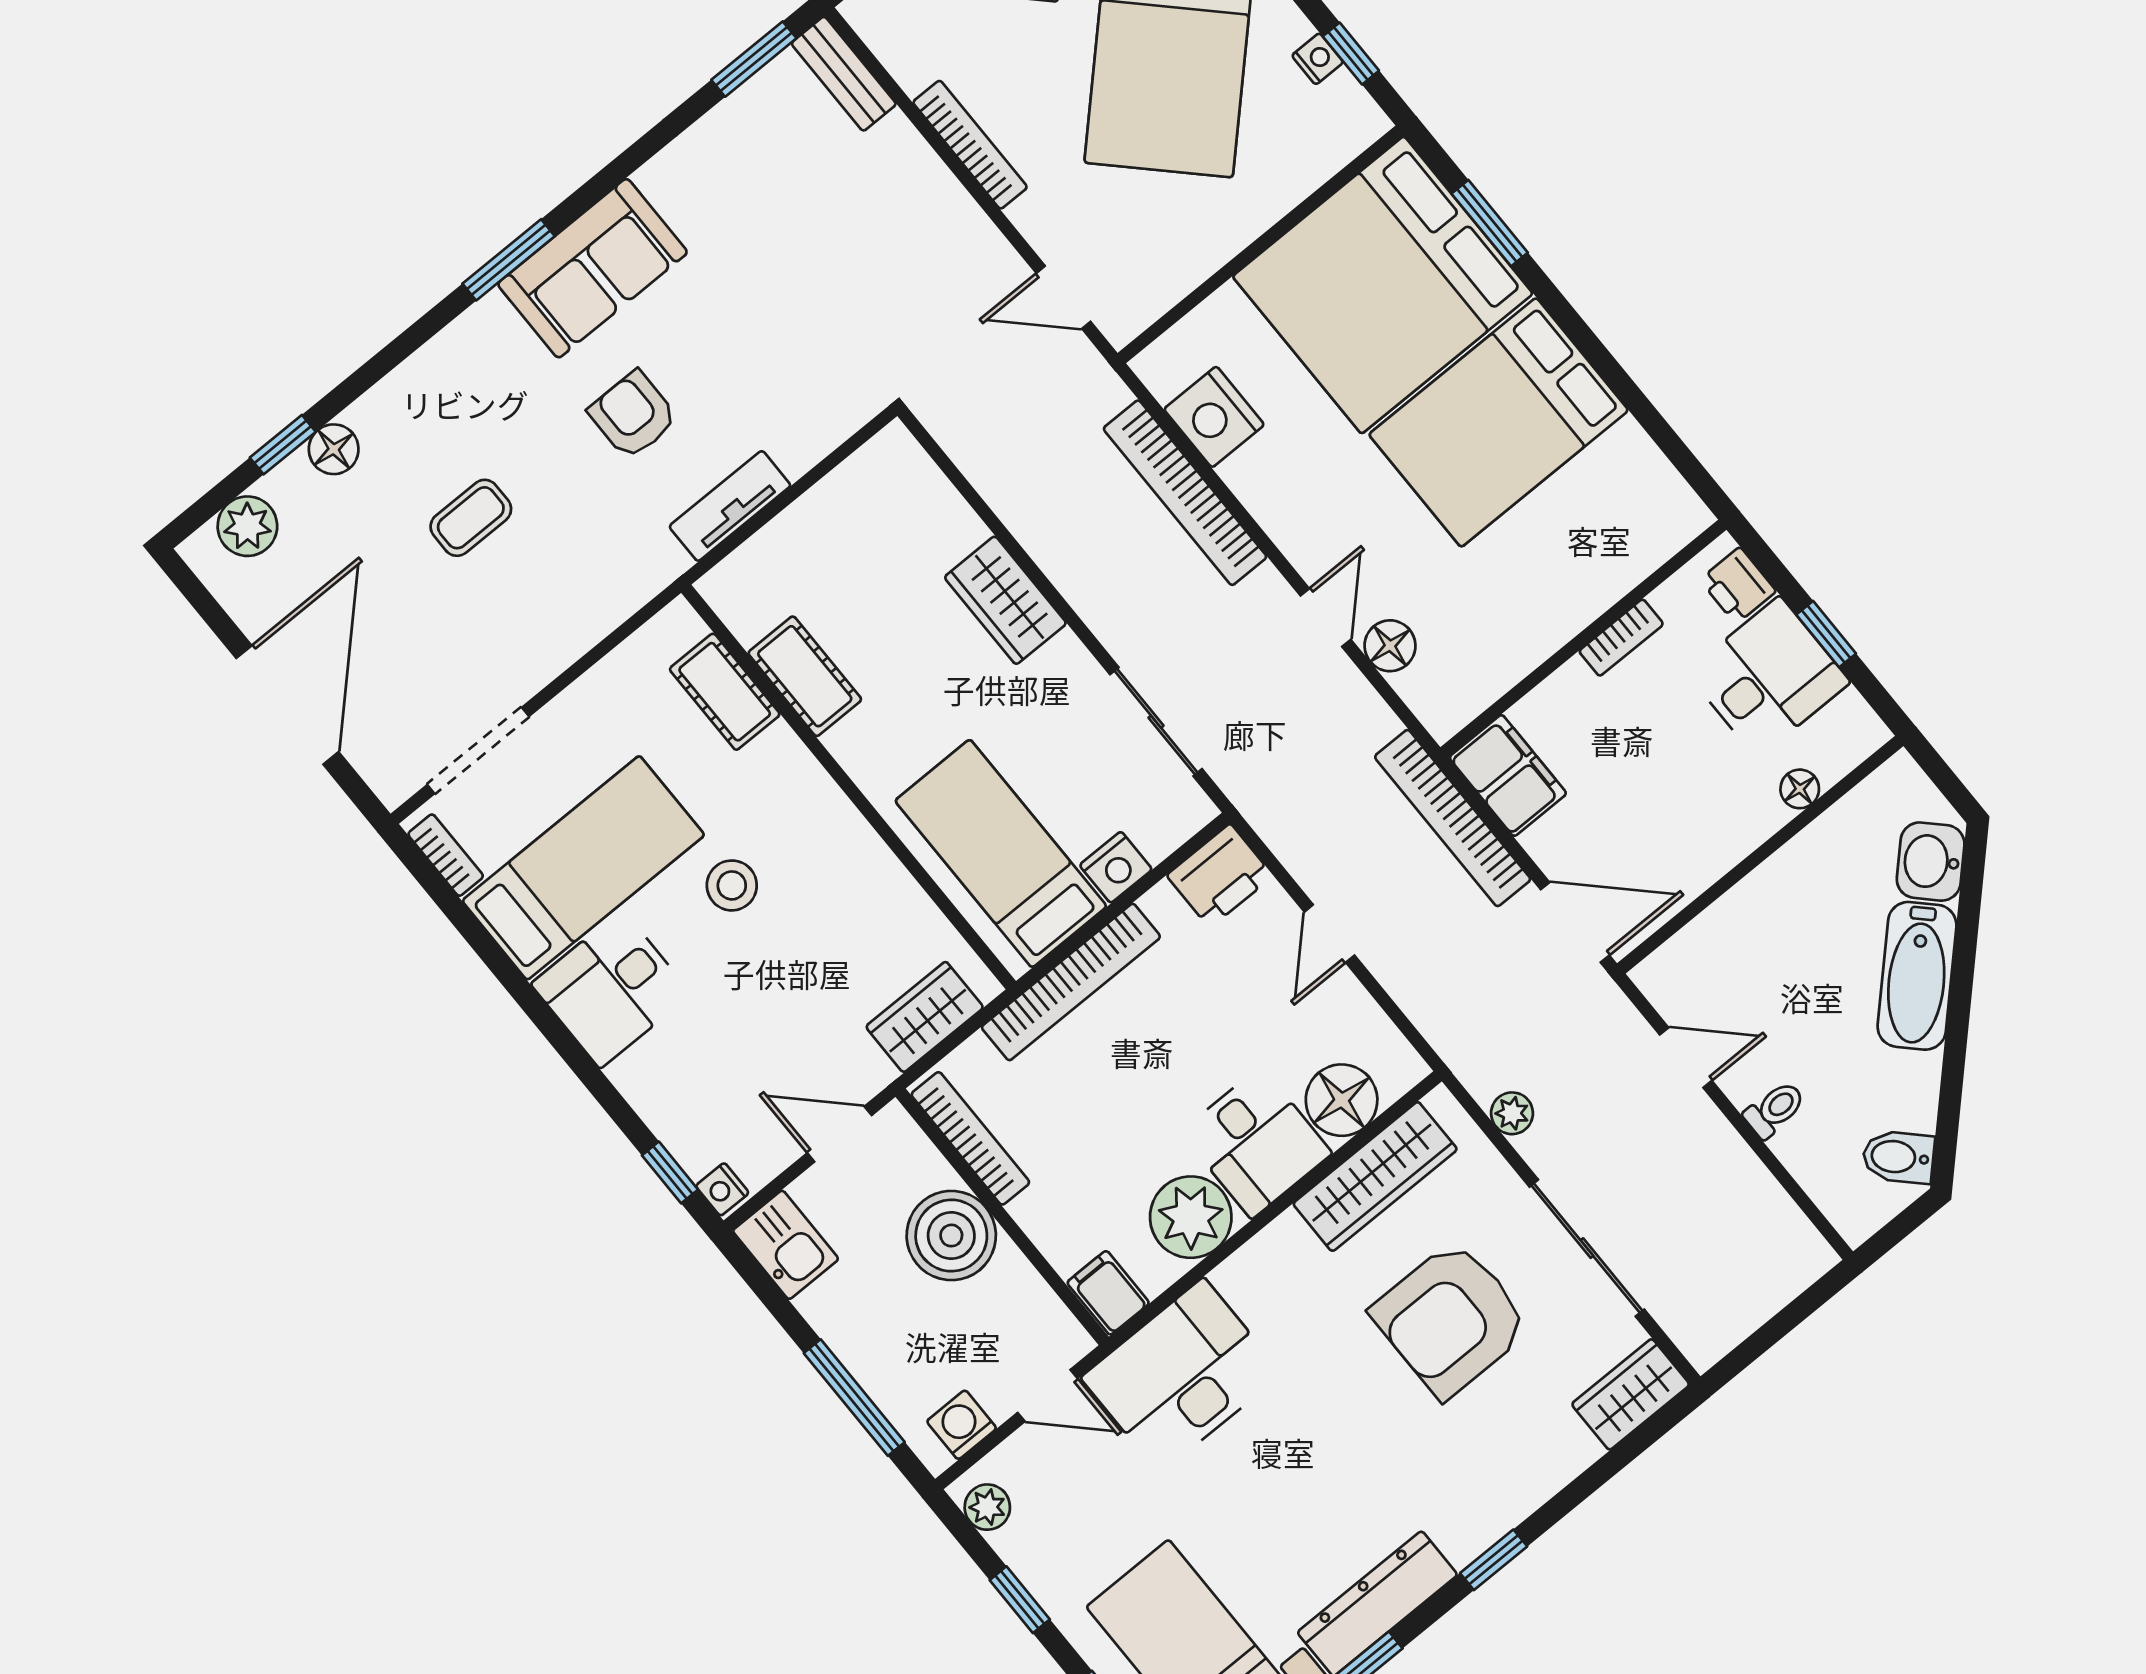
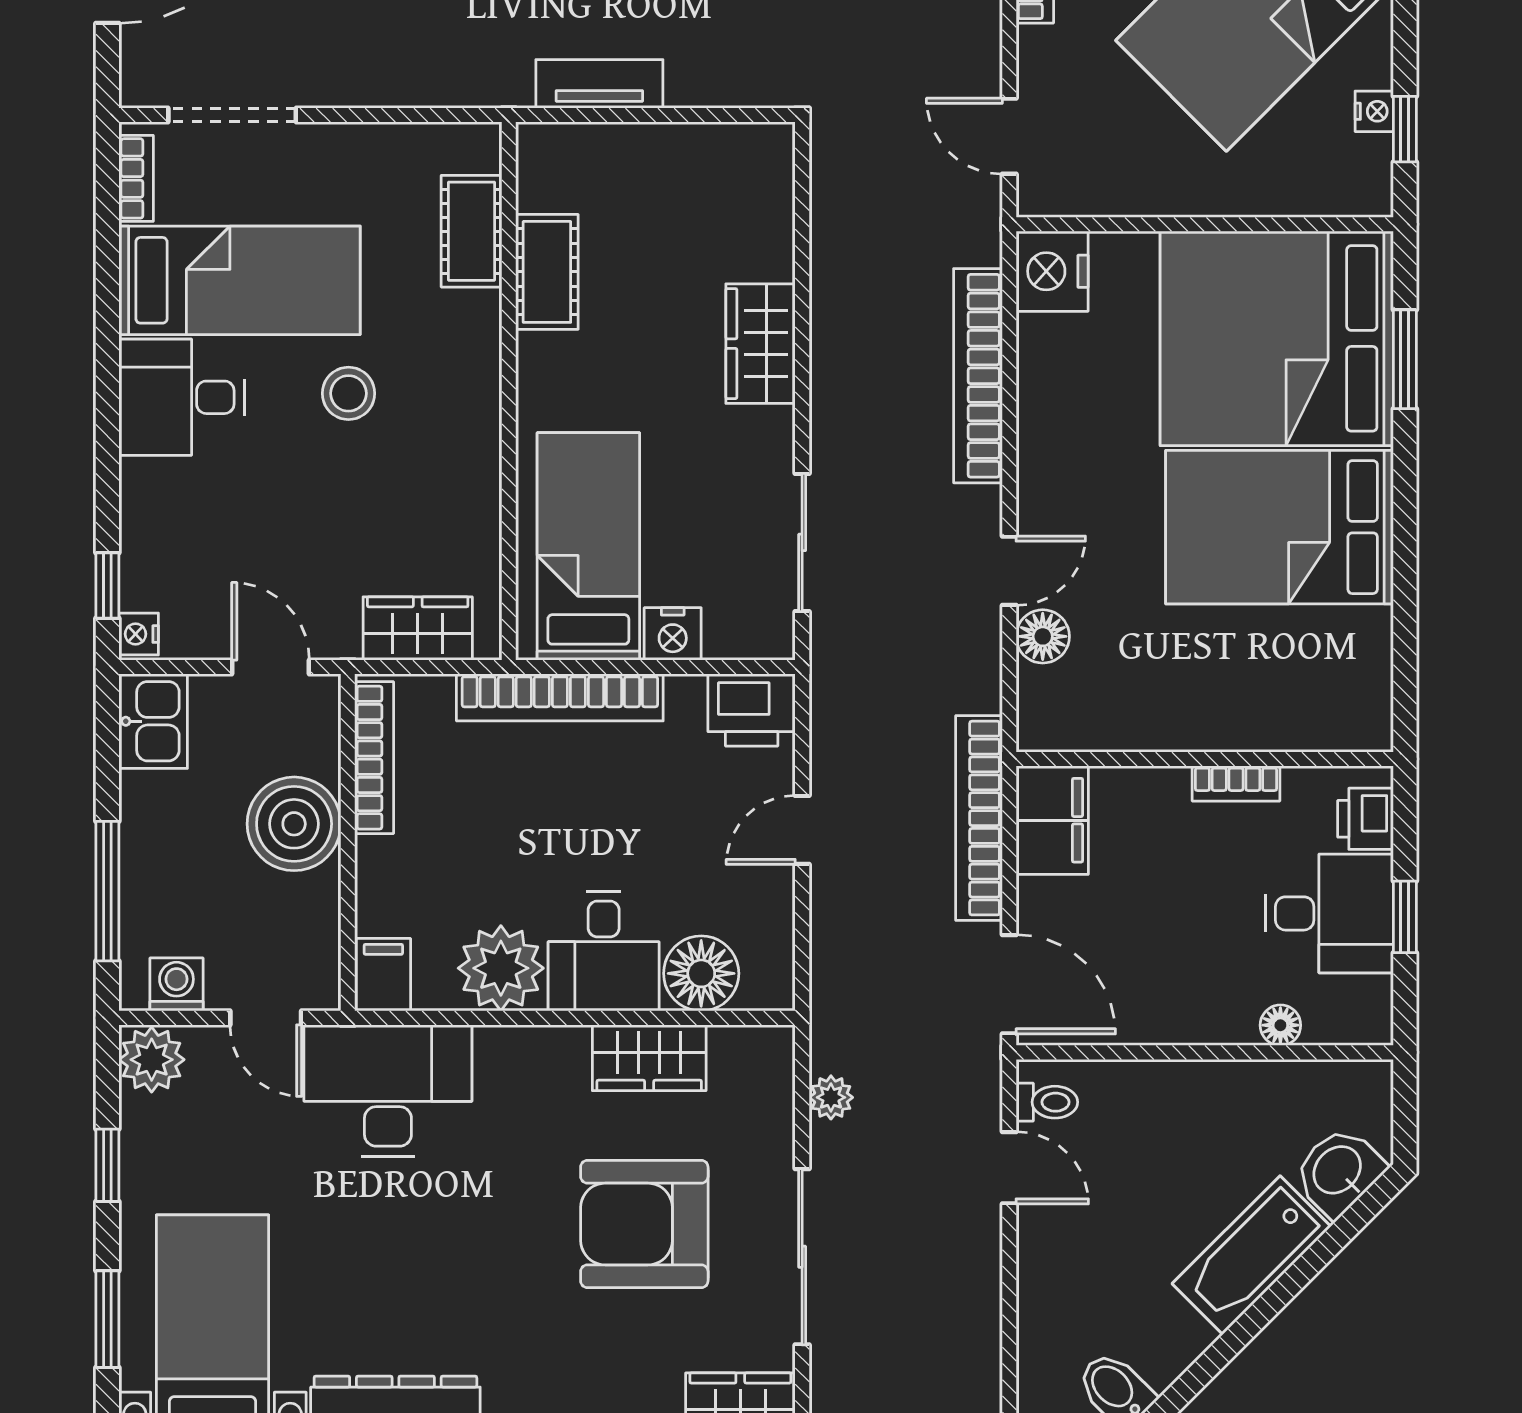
nightstand: (1214, 417) -> (1052, 271), moved
toilet: (1775, 1109) -> (1047, 1102), moved
wardrobe: (1375, 1177) -> (649, 1058), width x0.67
plant: (987, 1507) -> (152, 1060), width x1.38, depth x1.38

